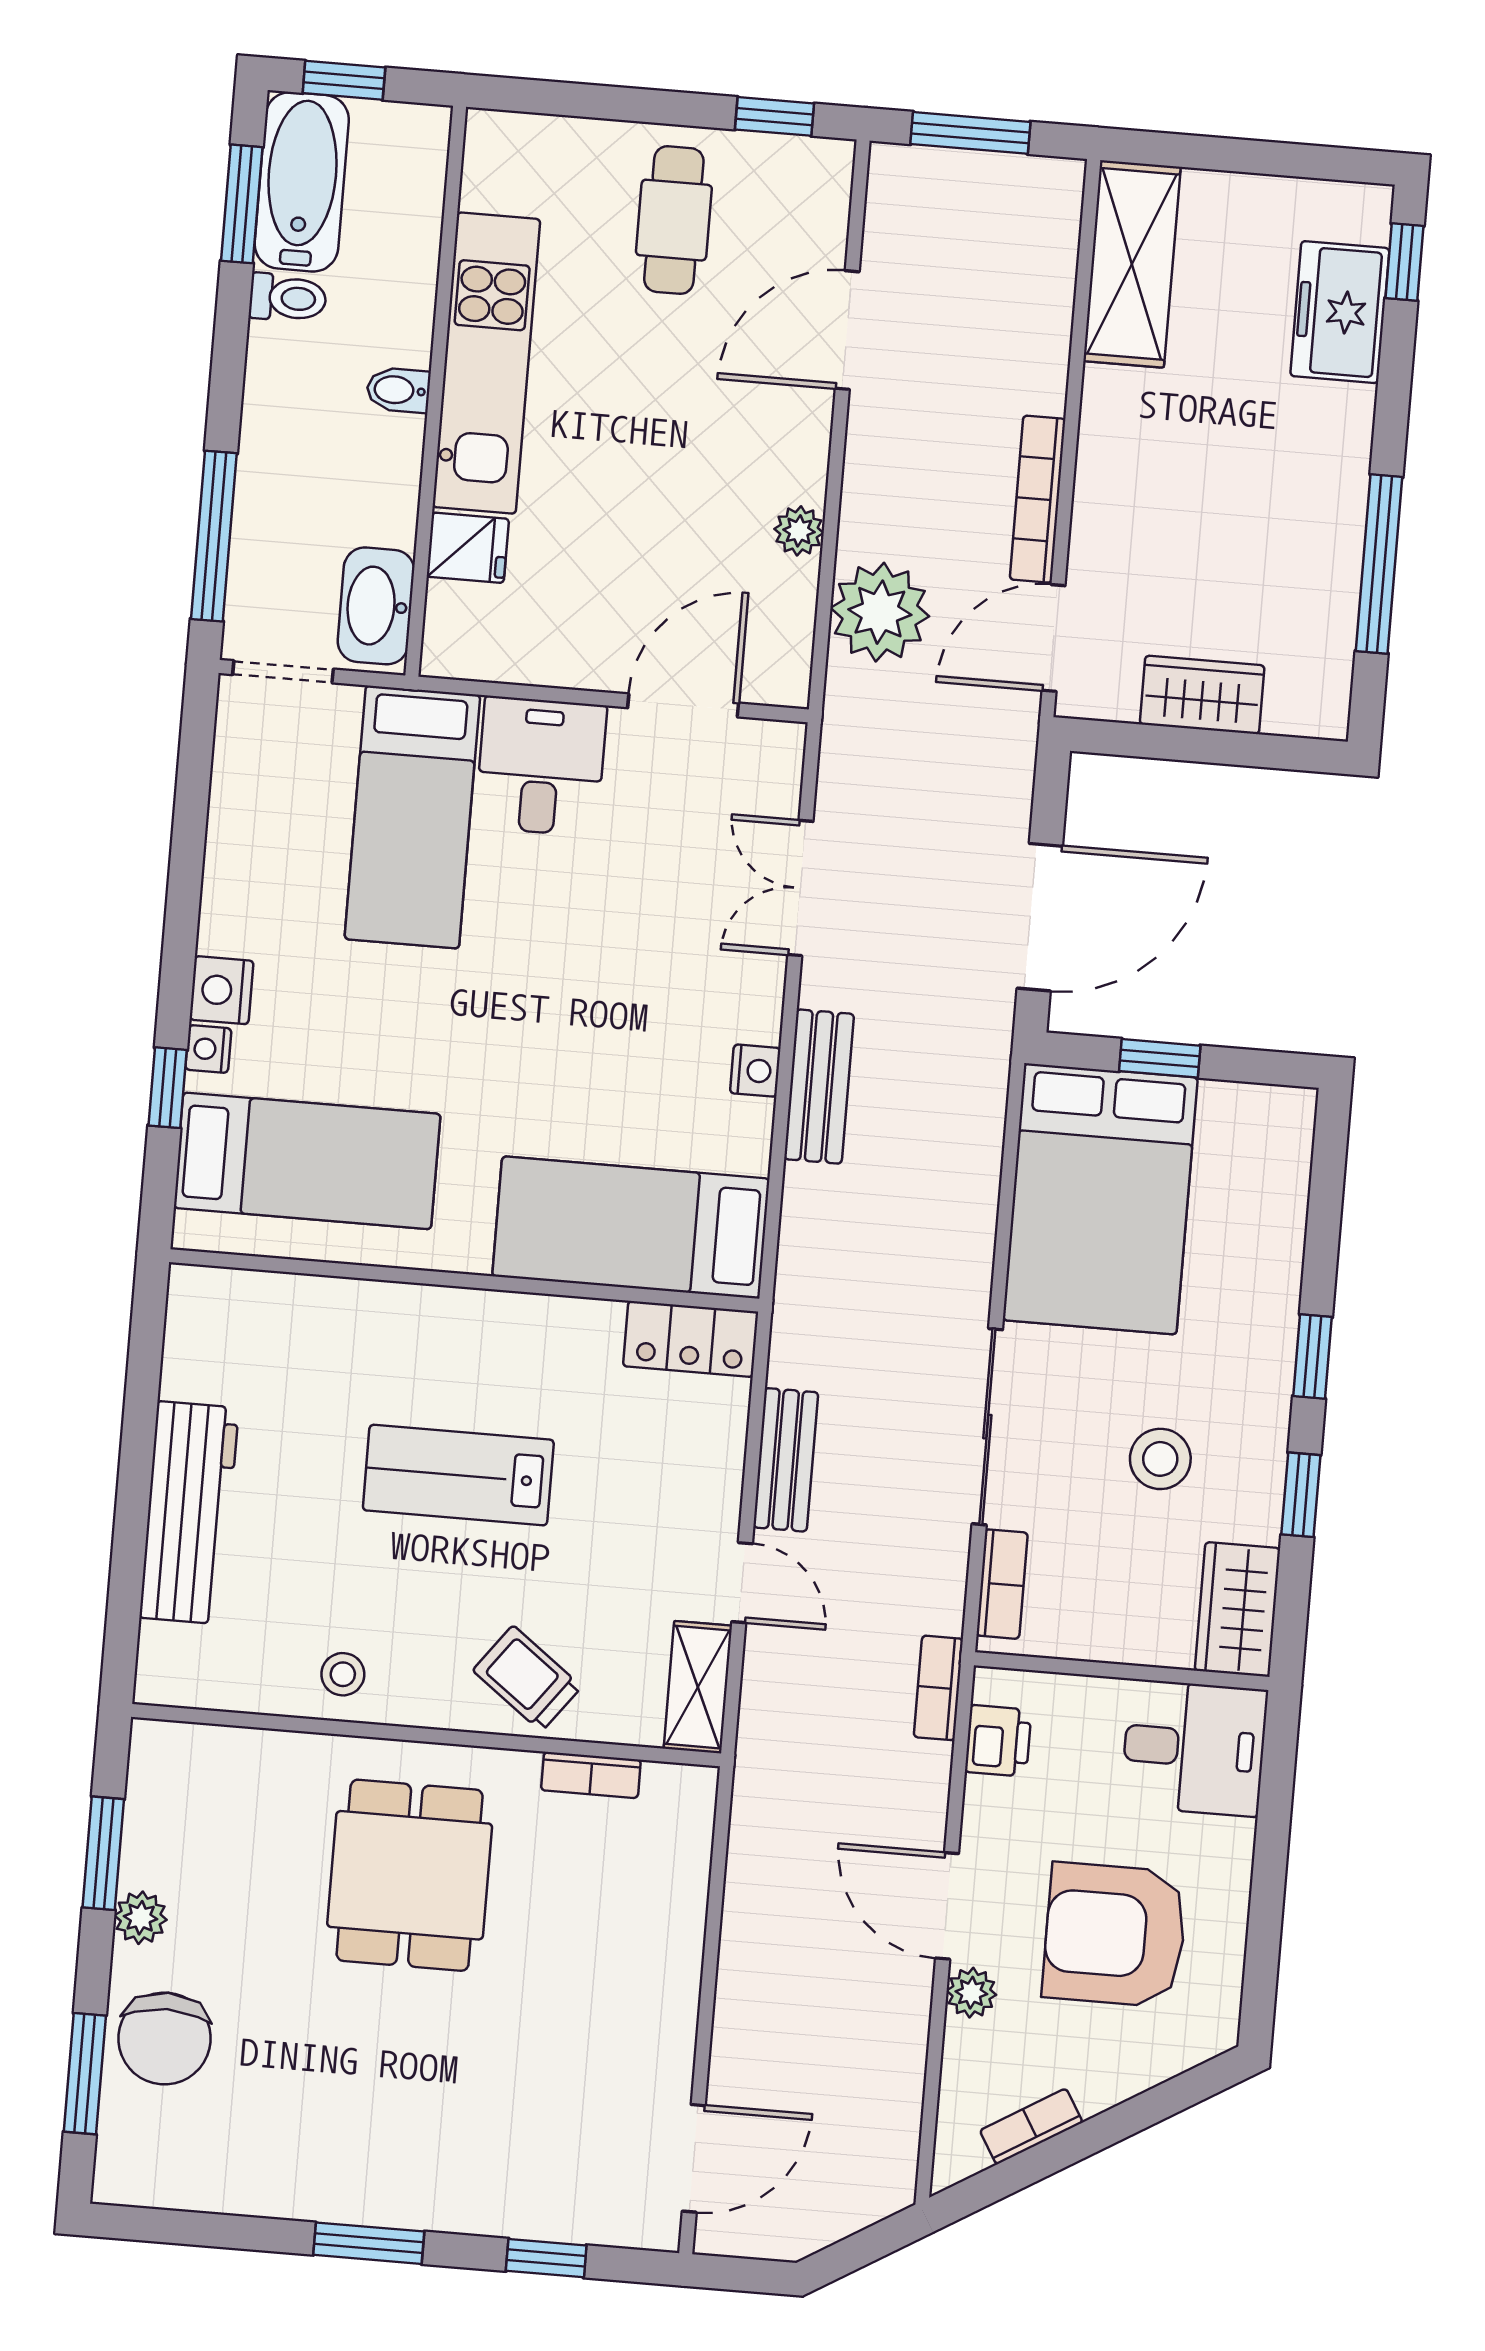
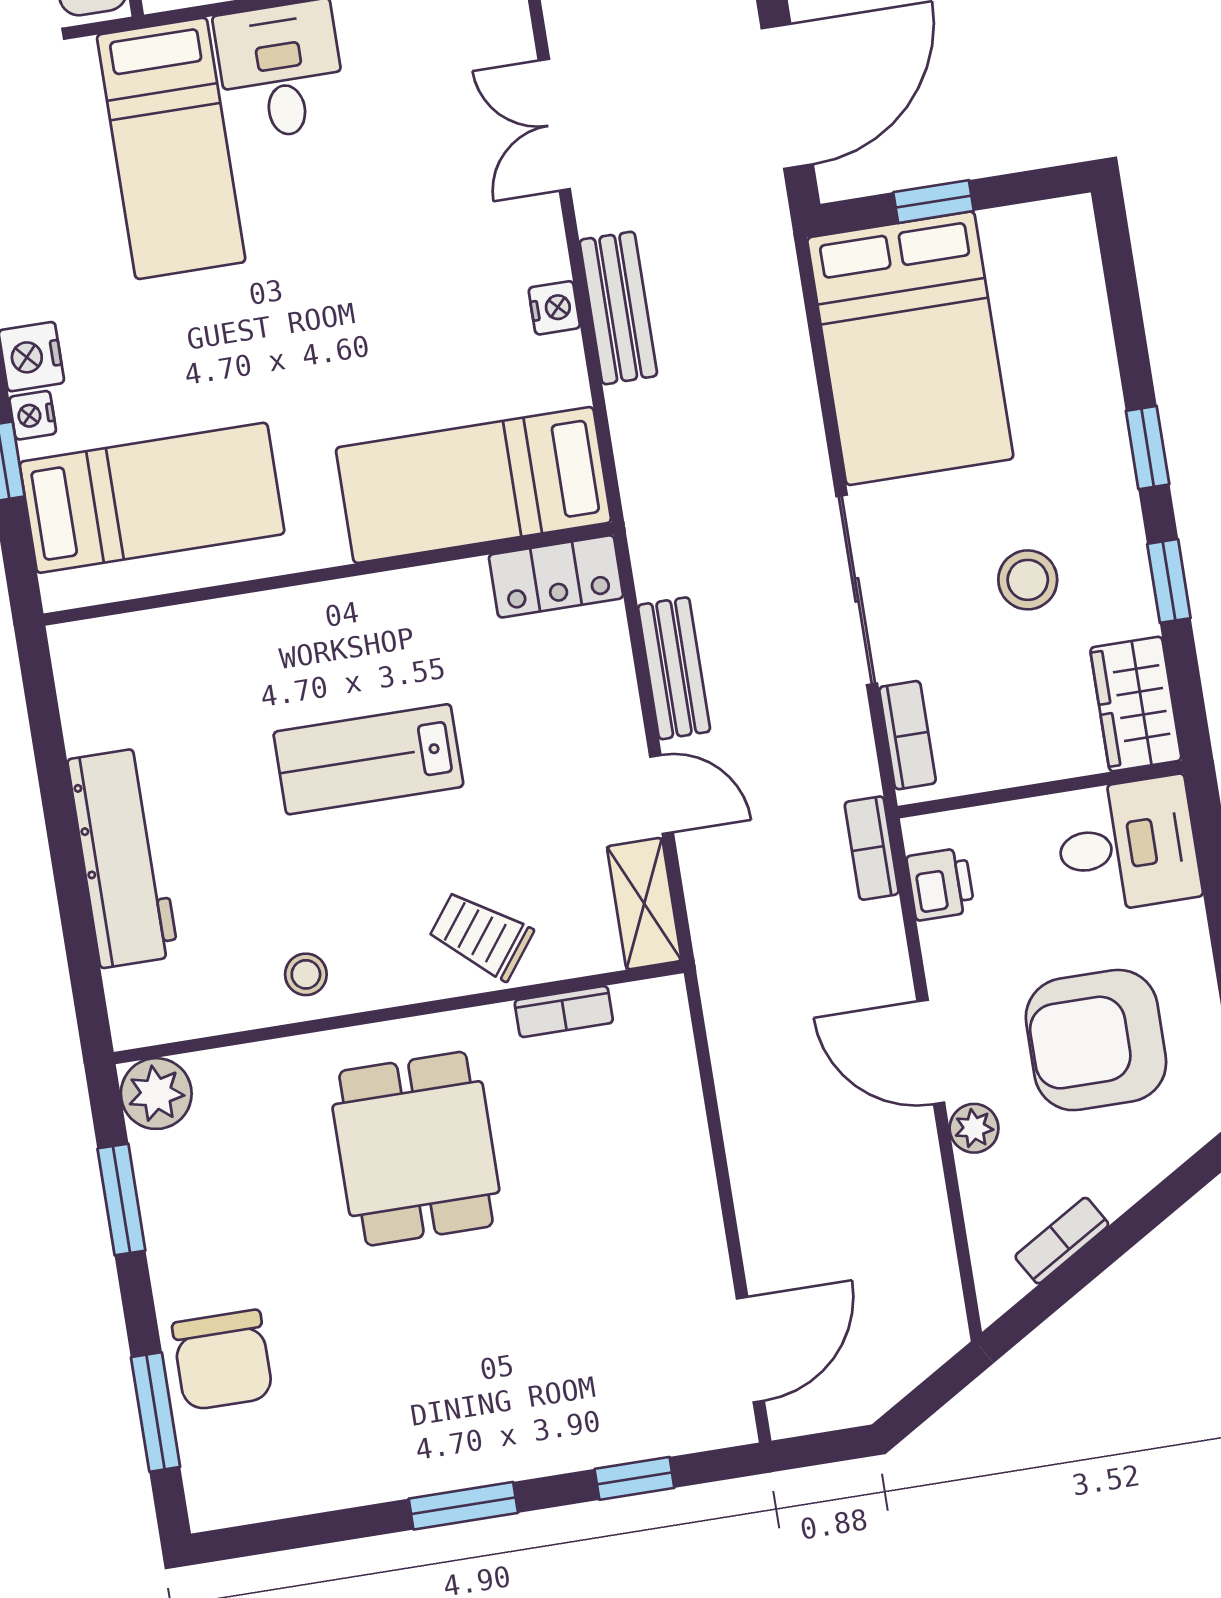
plant: (141, 1918) -> (156, 1094), moved, width x1.38, depth x1.38

